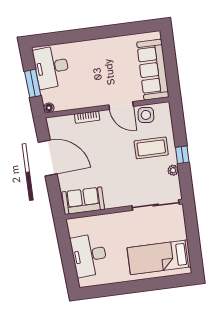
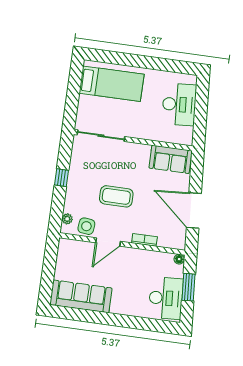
sofa: (153, 70) -> (81, 296), moved, turned -90
door: (121, 106) -> (108, 242), swing flipped
coffee table: (151, 148) -> (116, 196), moved
plant: (173, 170) -> (67, 219), moved

